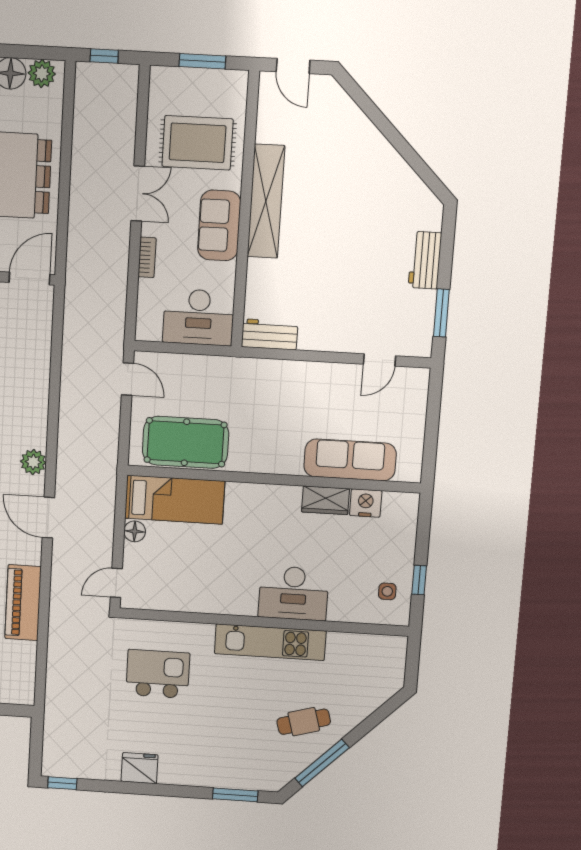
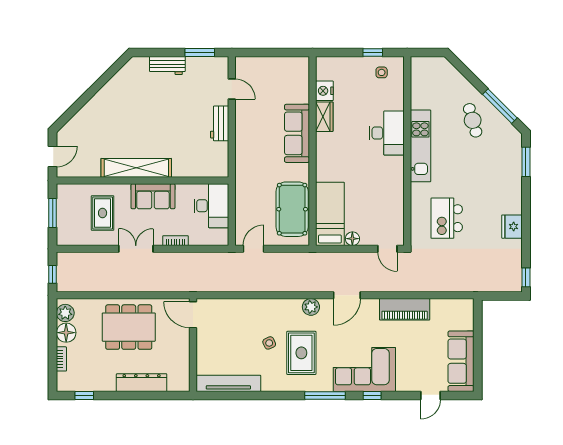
rug: (198, 143) -> (103, 213), width x0.73, depth x0.70
workbench: (269, 334) -> (220, 123), moved
sofa: (350, 460) -> (297, 133), moved

